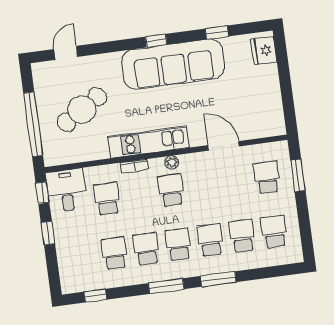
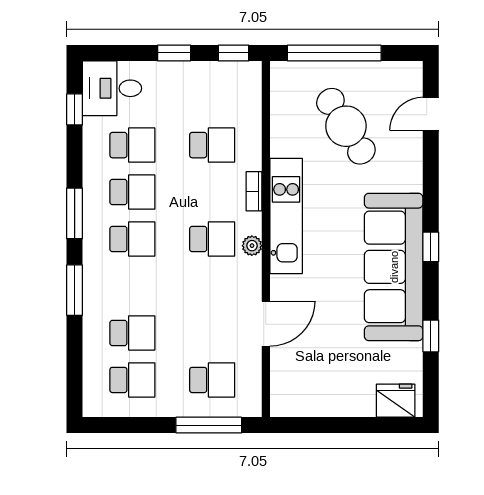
door: (66, 53) -> (431, 114), swing flipped
window: (298, 175) -> (209, 425), width x1.44
desk: (67, 190) -> (112, 88), moved, turned 180
school desk: (210, 240) -> (132, 286), removed

